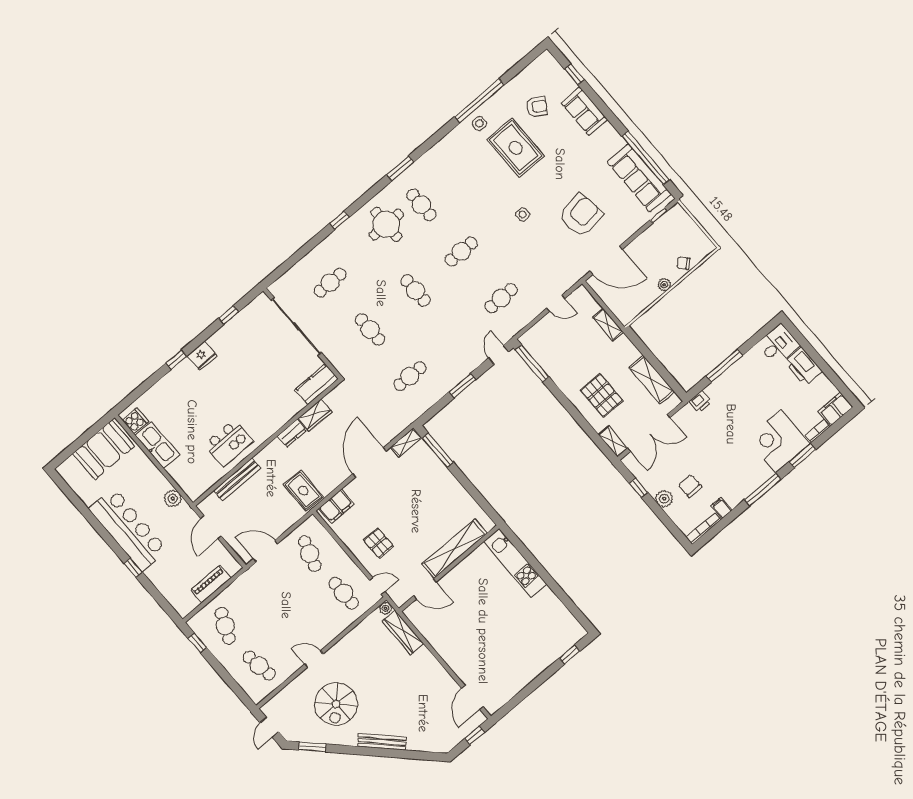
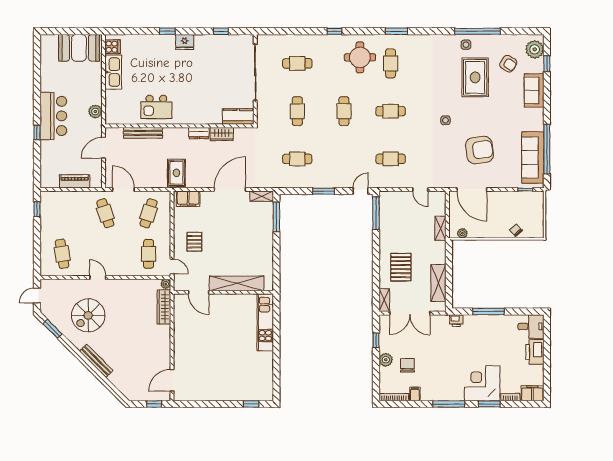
plant: (551, 71) -> (535, 49), added
plant: (664, 285) -> (462, 233), moved
bar counter: (128, 529) -> (53, 116), width x0.73
cafe table: (225, 626) -> (105, 213), moved, turned -42

